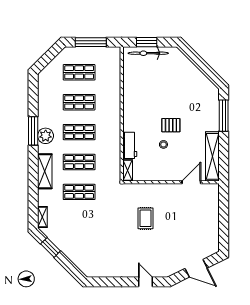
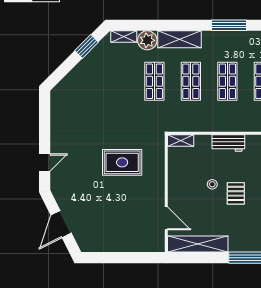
plant: (46, 136) -> (147, 40), moved
workbench: (130, 145) -> (228, 143), moved
rug: (146, 218) -> (122, 162), width x1.36, depth x1.43

